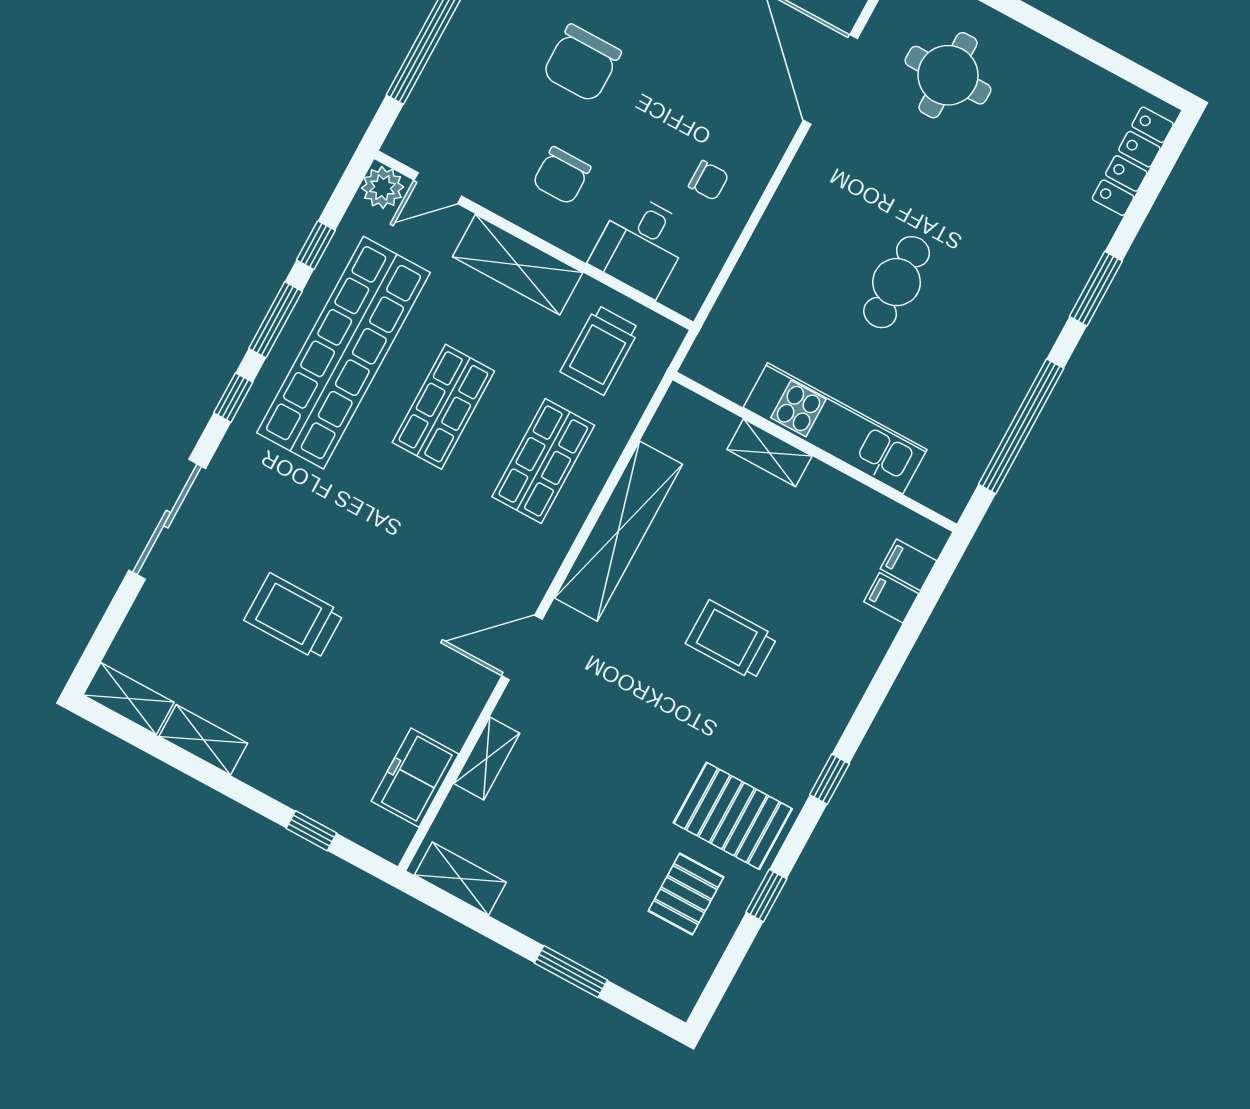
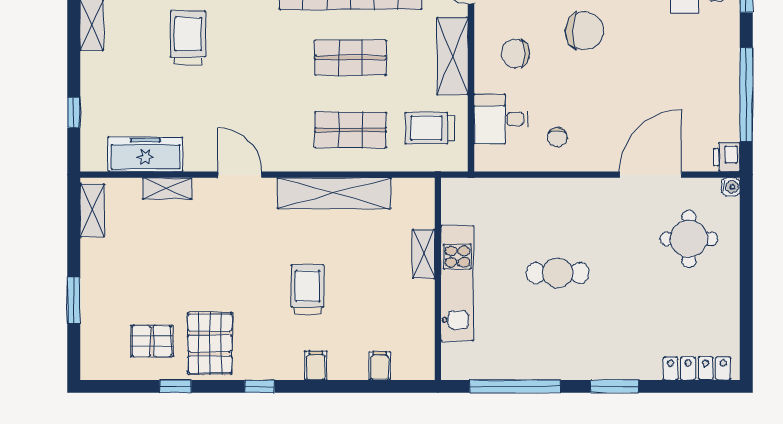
chair: (582, 63) -> (584, 31), turned 180
filing cabinet: (908, 565) -> (316, 365), moved
freezer: (415, 778) -> (145, 154), width x1.40

